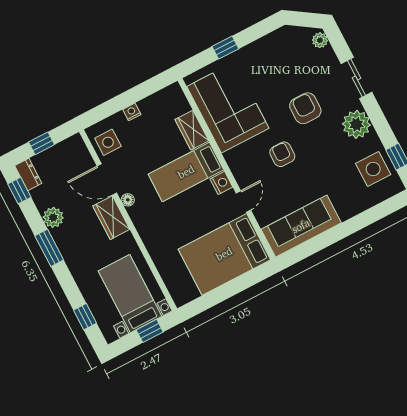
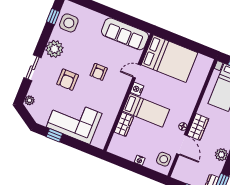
window: (225, 48) -> (54, 135), moved
corner sofa: (228, 107) -> (74, 120), moved, turned 90

